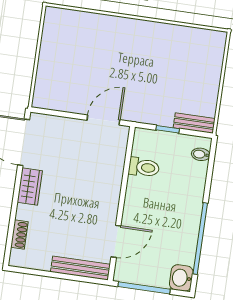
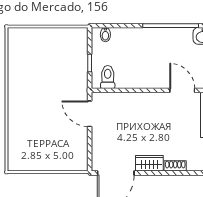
bench: (194, 123) -> (82, 43), removed
toilet: (144, 167) -> (108, 77), moved
shoe rack: (19, 235) -> (175, 166), moved

